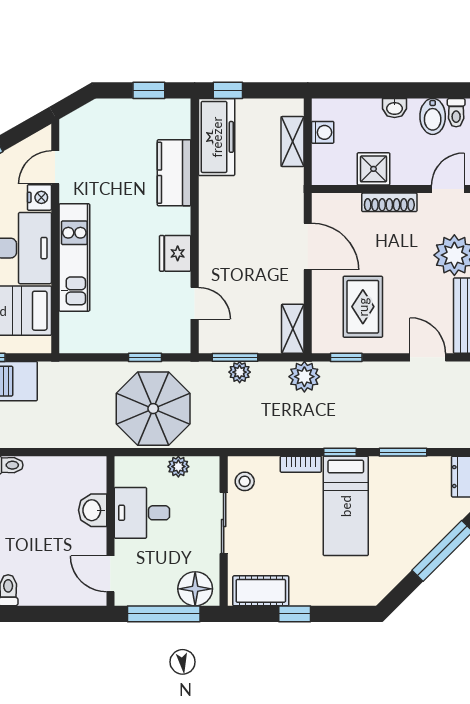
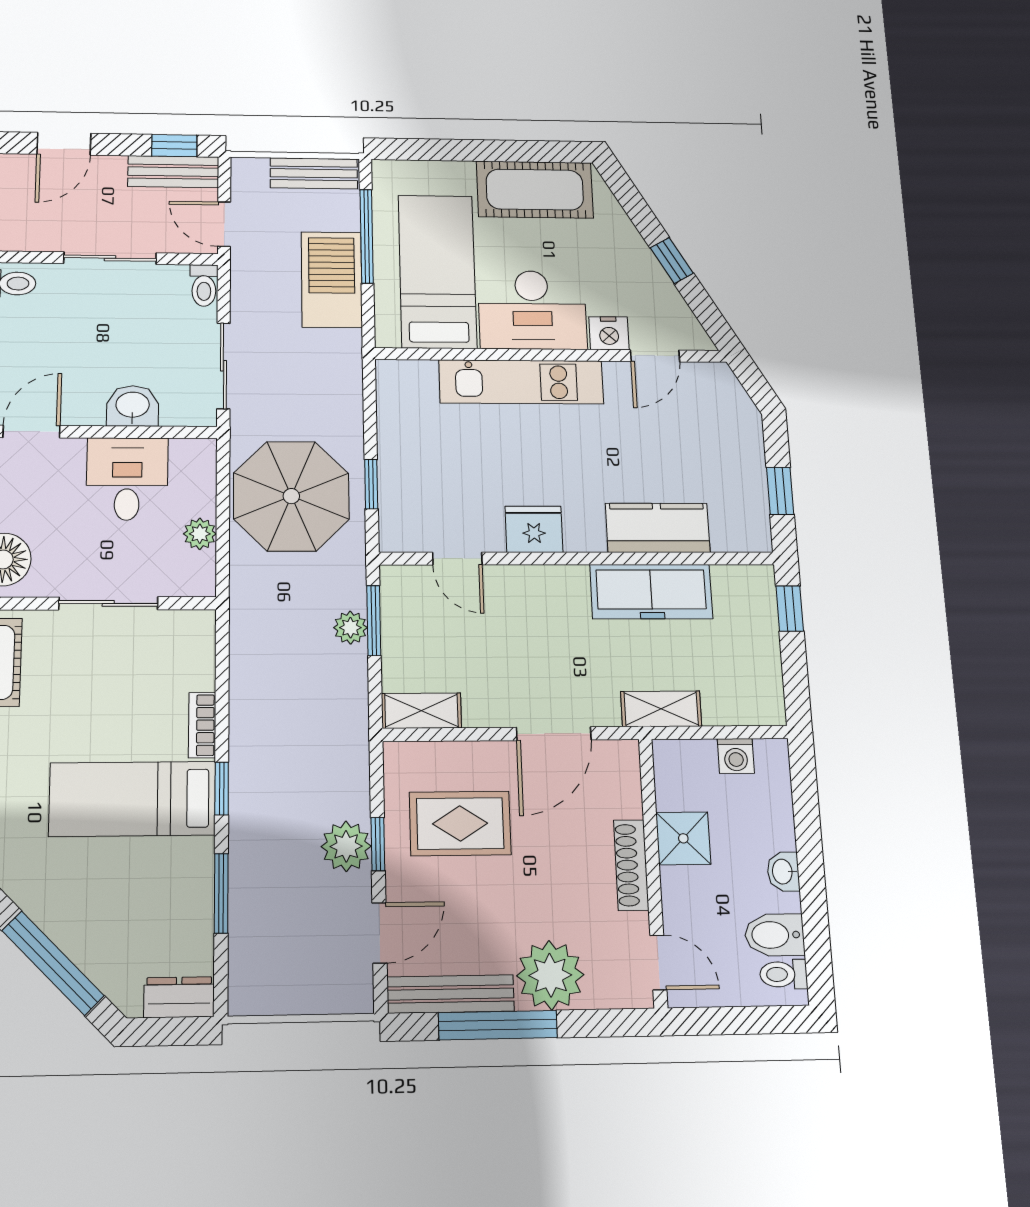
freezer: (217, 137) -> (651, 592), moved
shelving: (293, 142) -> (661, 709), moved
door: (55, 167) -> (655, 356), swing flipped
door: (195, 303) -> (457, 559), hinge flipped
window: (346, 357) -> (378, 844), moved
plant: (304, 377) -> (346, 846), moved
sliding door: (65, 452) -> (223, 366), added
stool: (245, 481) -> (175, 636), removed

